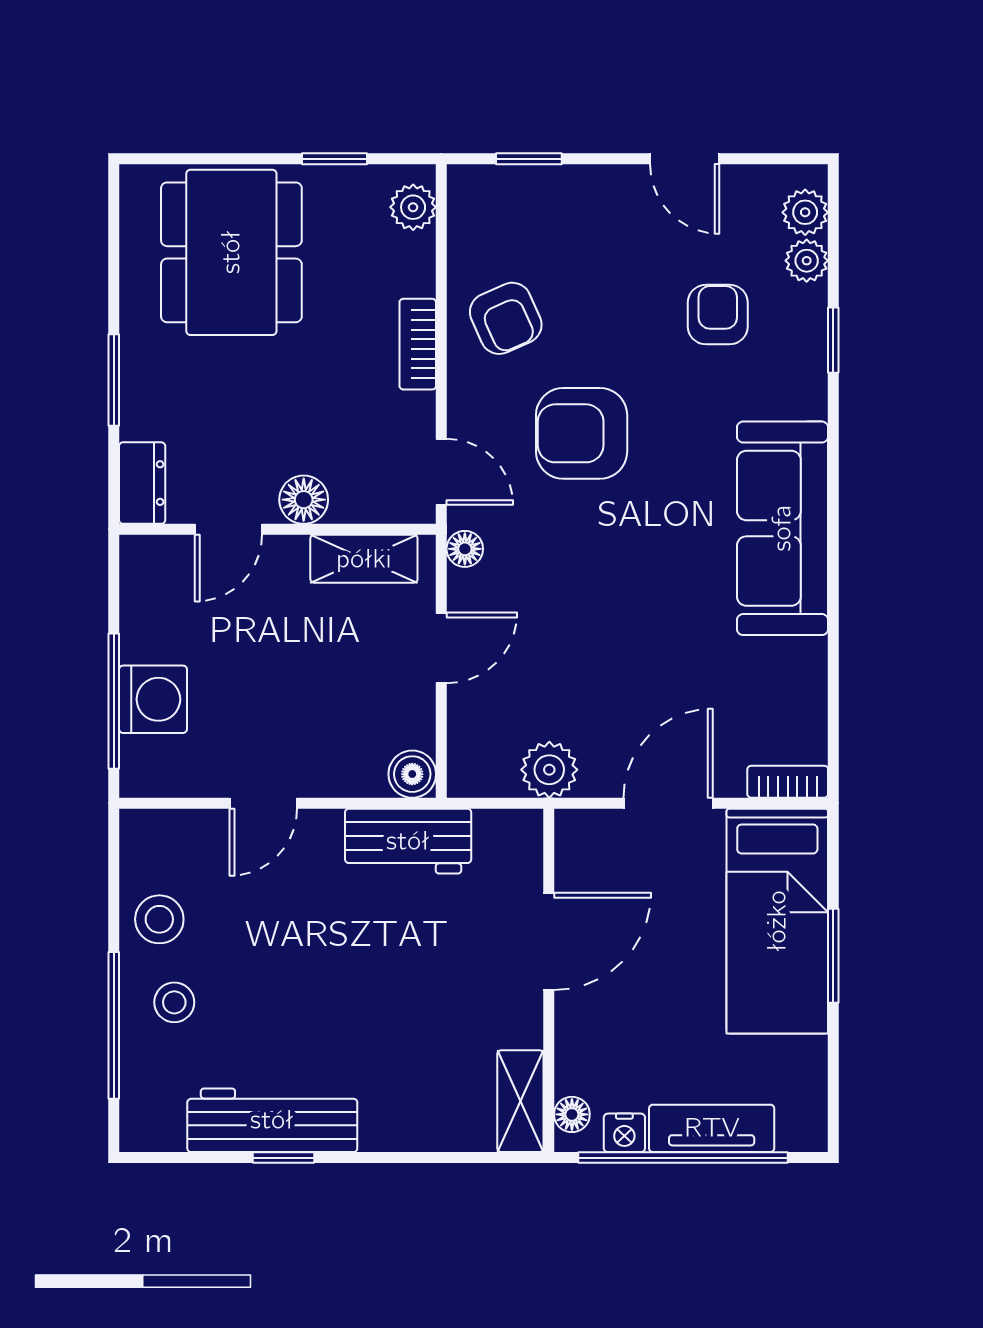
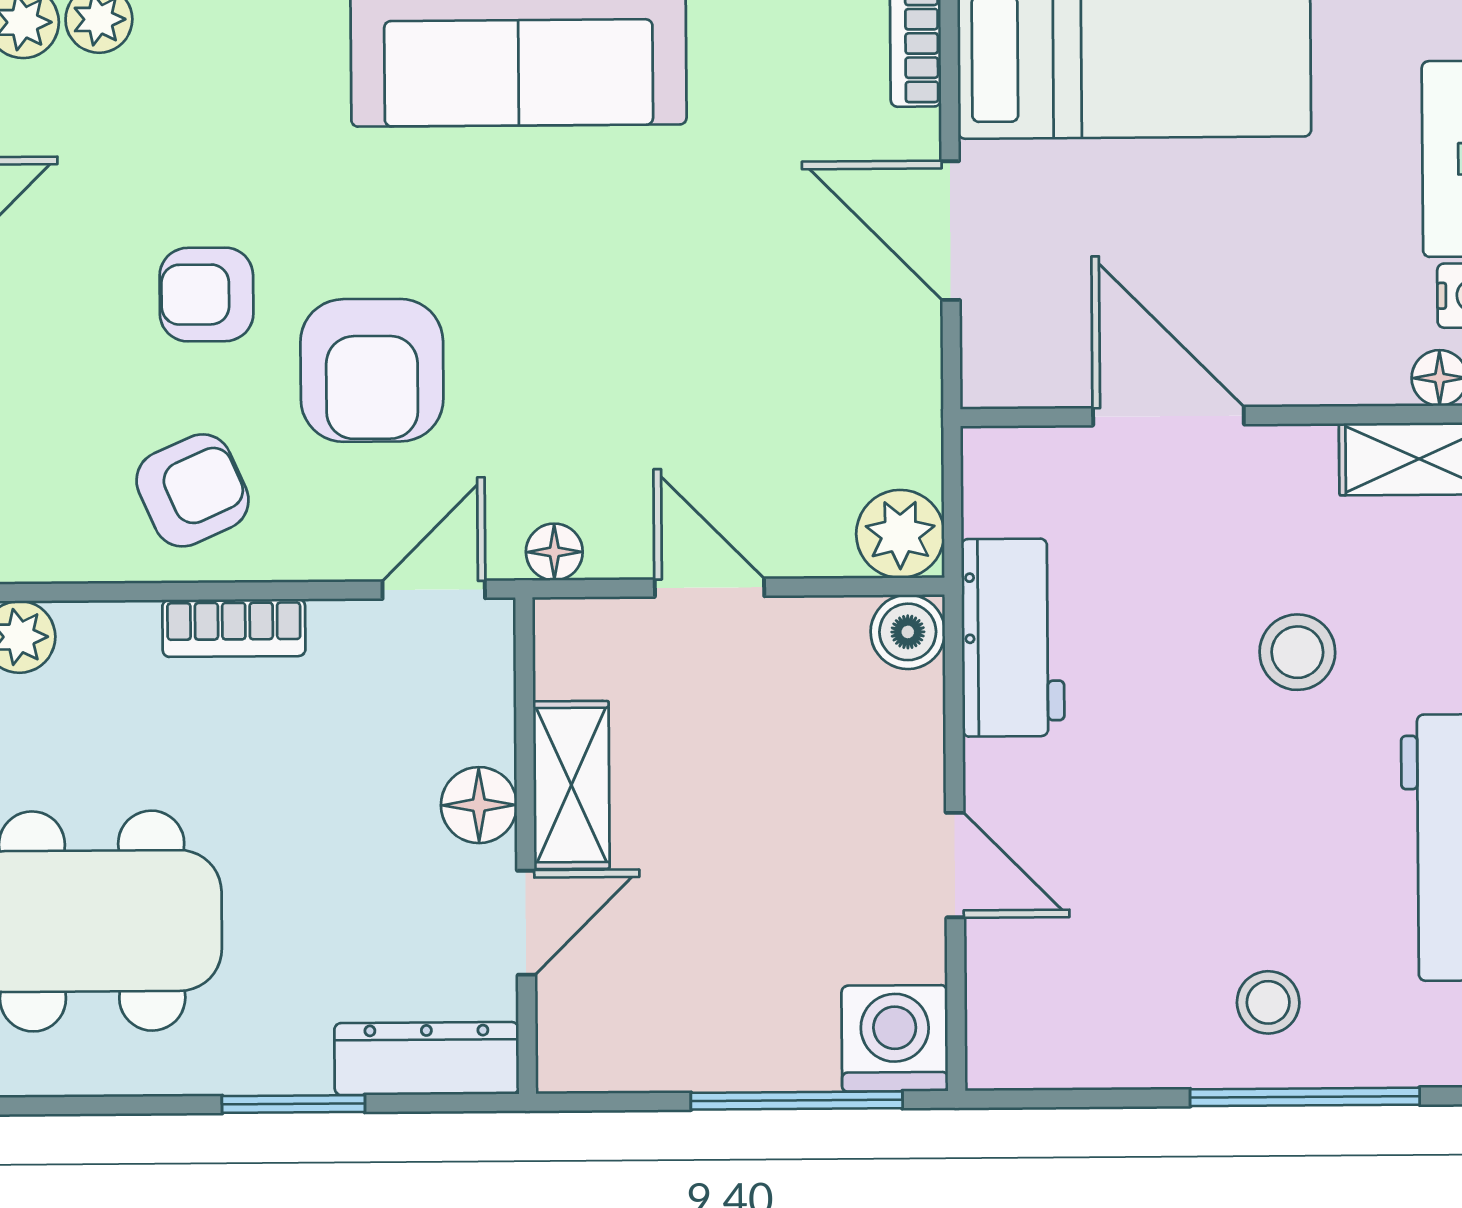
armchair: (718, 315) -> (206, 294), moved
dresser: (142, 483) -> (427, 1059), width x1.44
door: (228, 529) -> (526, 923), hinge flipped
shelving: (364, 559) -> (571, 785), moved
washing machine: (153, 699) -> (895, 1038), moved
plant: (549, 770) -> (900, 534), moved
stool: (159, 919) -> (1297, 652), moved

